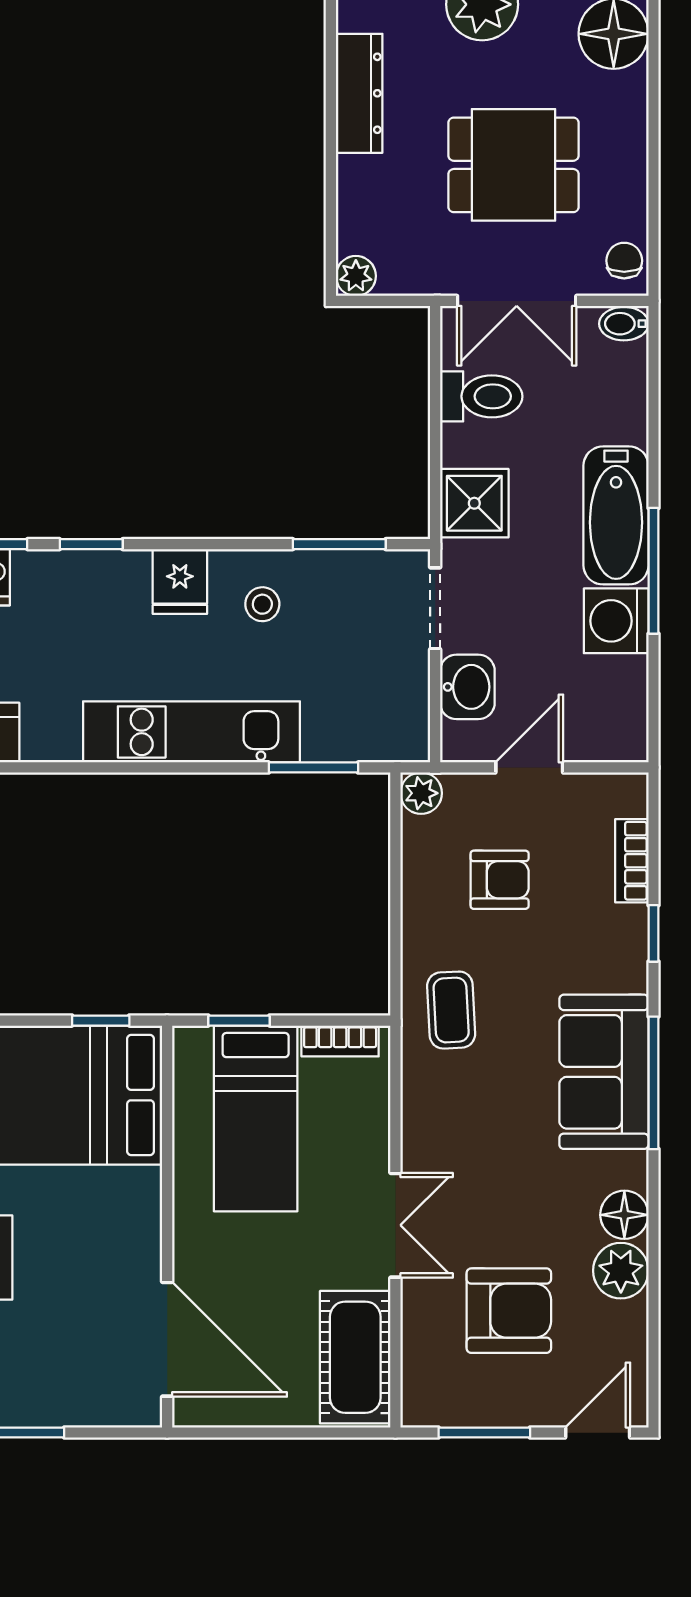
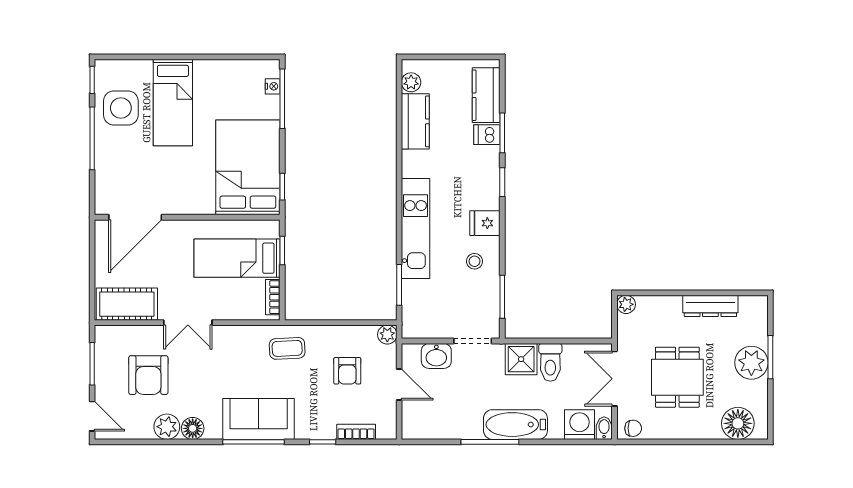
toilet: (481, 396) -> (550, 362), moved
washing machine: (616, 621) -> (580, 425), moved

